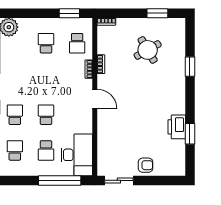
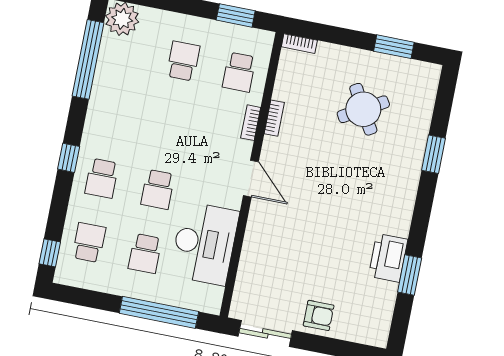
school desk: (15, 115) -> (102, 178), turned 180
school desk: (46, 115) -> (158, 189), turned 180
desk: (77, 155) -> (204, 243), moved

